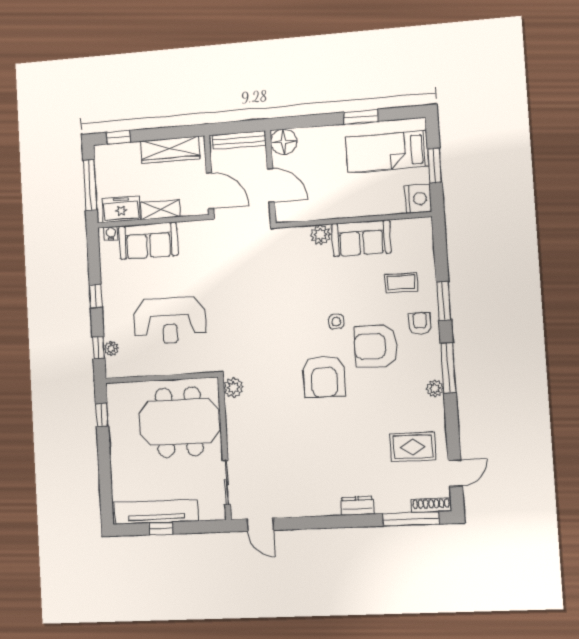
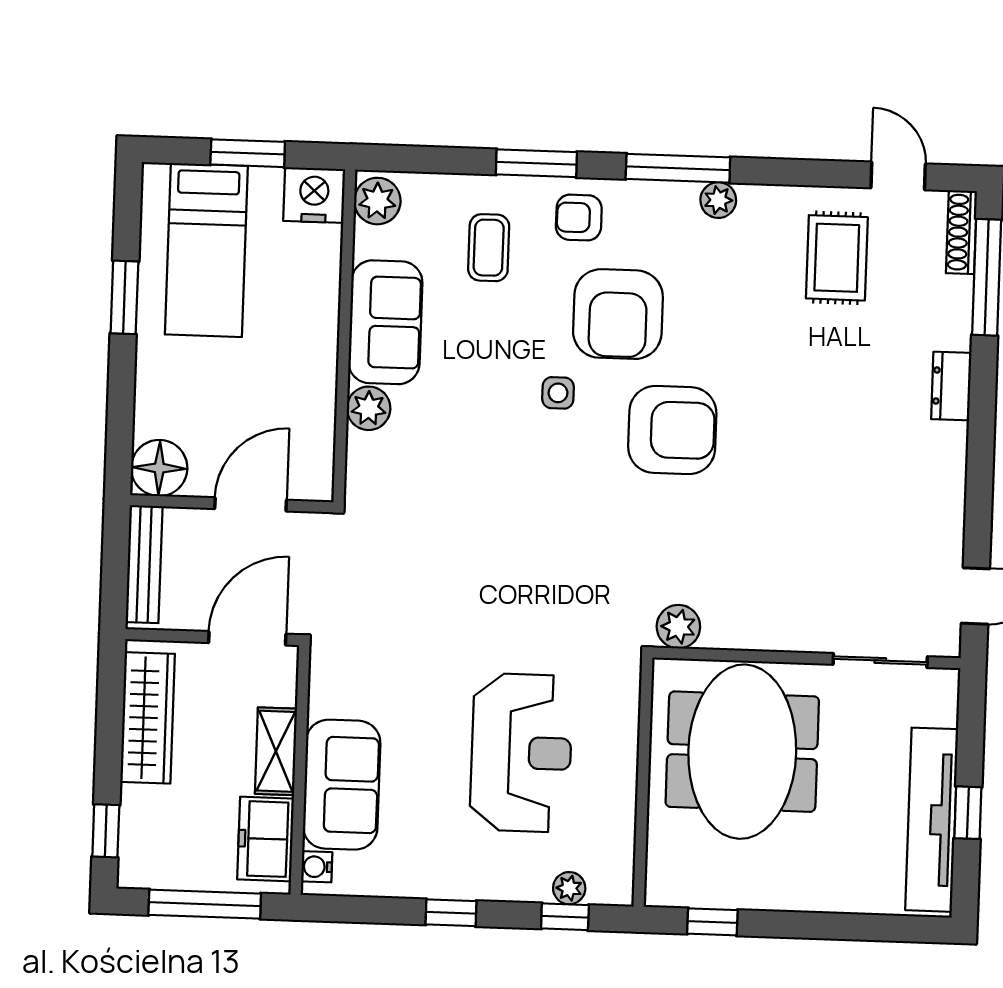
plant: (418, 228) -> (377, 201), added

